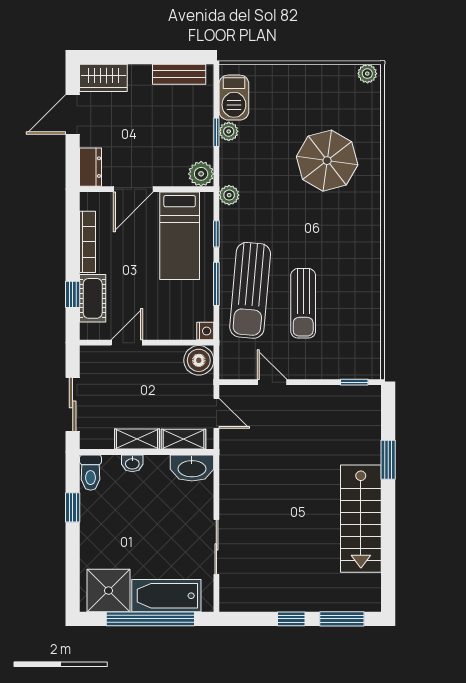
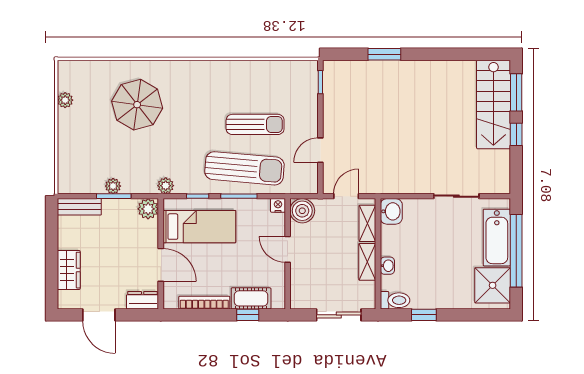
bench: (179, 74) -> (79, 207), moved, turned 90
plant: (367, 74) -> (65, 100), moved
wardrobe: (103, 78) -> (69, 270), moved
barbecue: (234, 98) -> (85, 182), removed
window: (216, 132) -> (114, 196), width x1.50
door: (127, 343) -> (288, 249), moved
washbasin: (192, 468) -> (391, 211), width x0.72
stairs: (361, 519) -> (493, 104), moved, turned 90

